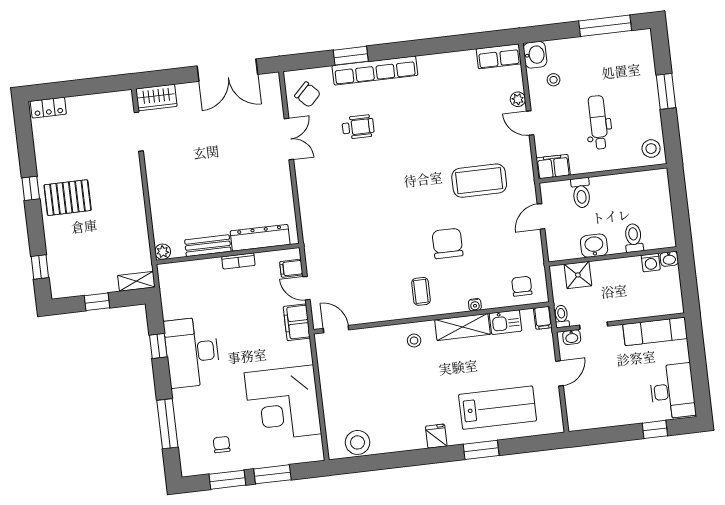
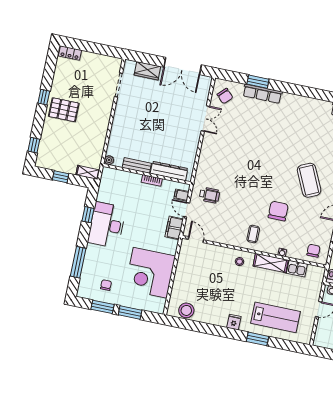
row of seats: (375, 71) -> (262, 94), width x0.73
wardrobe: (156, 98) -> (147, 71), moved
wheelchair: (358, 127) -> (210, 195), moved
coffee table: (479, 181) -> (309, 180), turned 65
filing cabinet: (543, 318) -> (320, 273), removed

